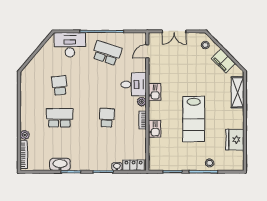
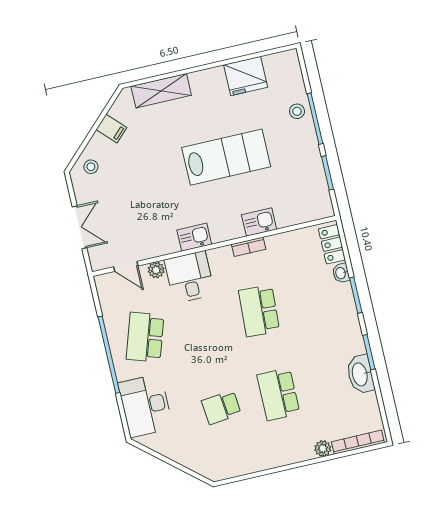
filing cabinet: (223, 61) -> (111, 128), width x0.50
plant: (142, 102) -> (156, 270), moved
school desk: (107, 118) -> (259, 311), width x1.85

